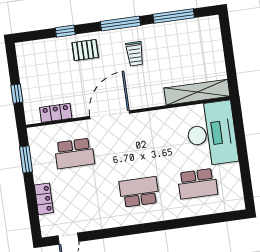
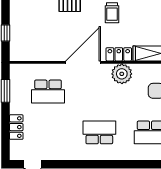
locker: (56, 113) -> (119, 54), moved
plant: (155, 122) -> (122, 74), added

